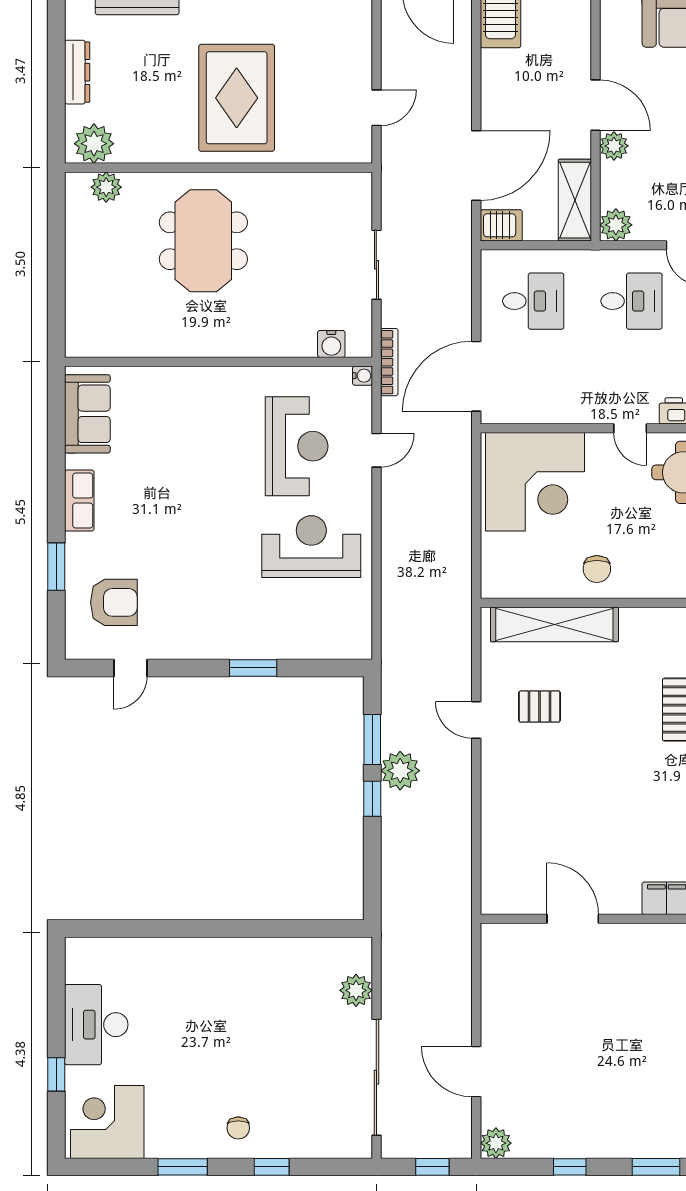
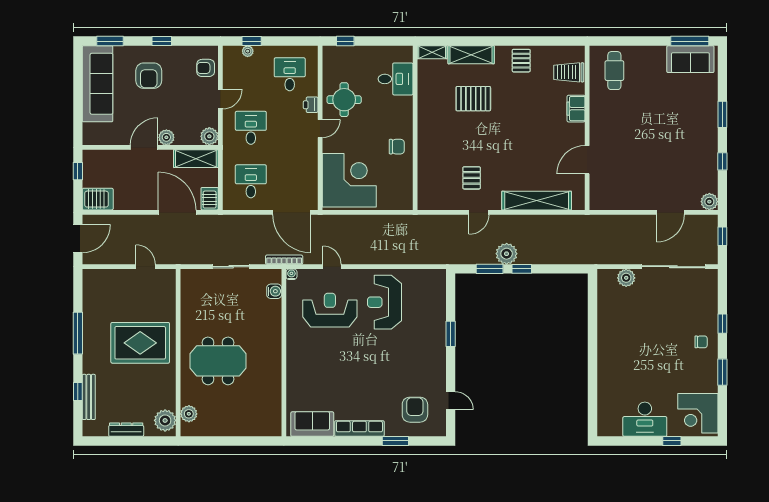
row of seats: (79, 501) -> (359, 428), width x1.48
shelving: (554, 624) -> (537, 201), moved, turned 90

